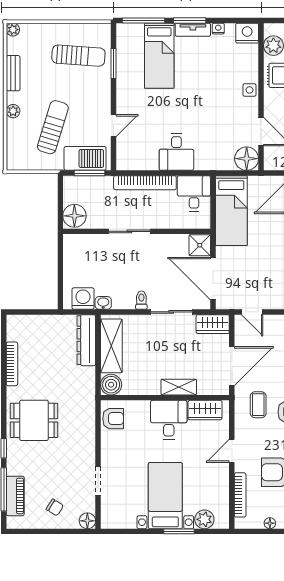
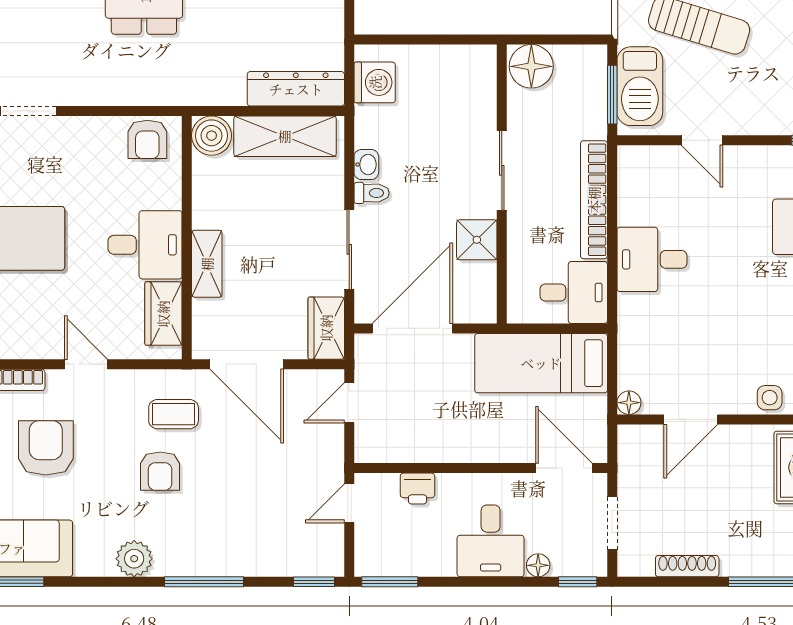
floor lamp: (247, 159) -> (629, 403), width x0.53, depth x0.53
shower: (200, 245) -> (477, 240), moved
washbasin: (103, 303) -> (366, 165), moved

